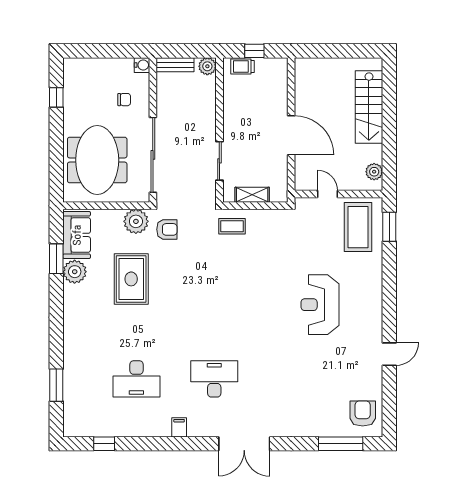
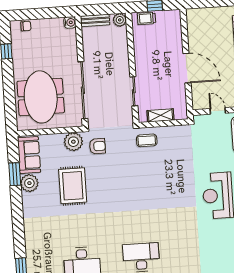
chair: (124, 100) -> (26, 26), moved

